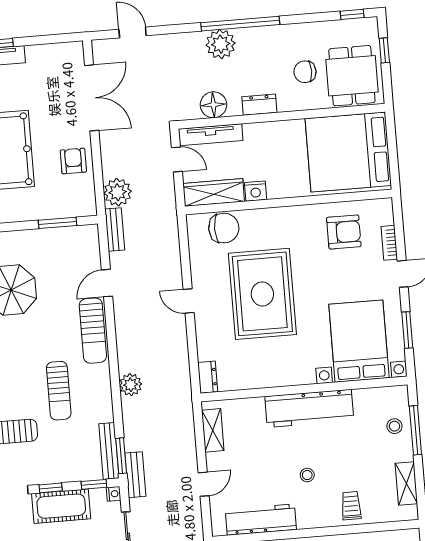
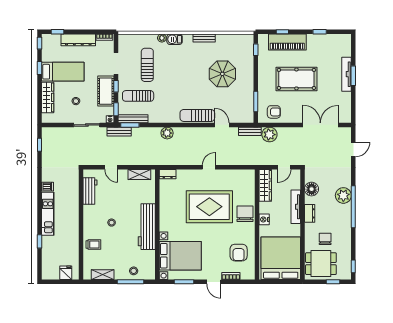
double door: (92, 98) -> (320, 125), swing flipped
tv unit: (211, 135) -> (296, 207), moved
armchair: (73, 161) -> (274, 112), moved
nightstand: (256, 191) -> (264, 219), moved
chair: (224, 228) -> (245, 214), moved, turned 180
sun lounger: (59, 391) -> (138, 96), moved
workbench: (261, 520) -> (90, 191), width x0.73

